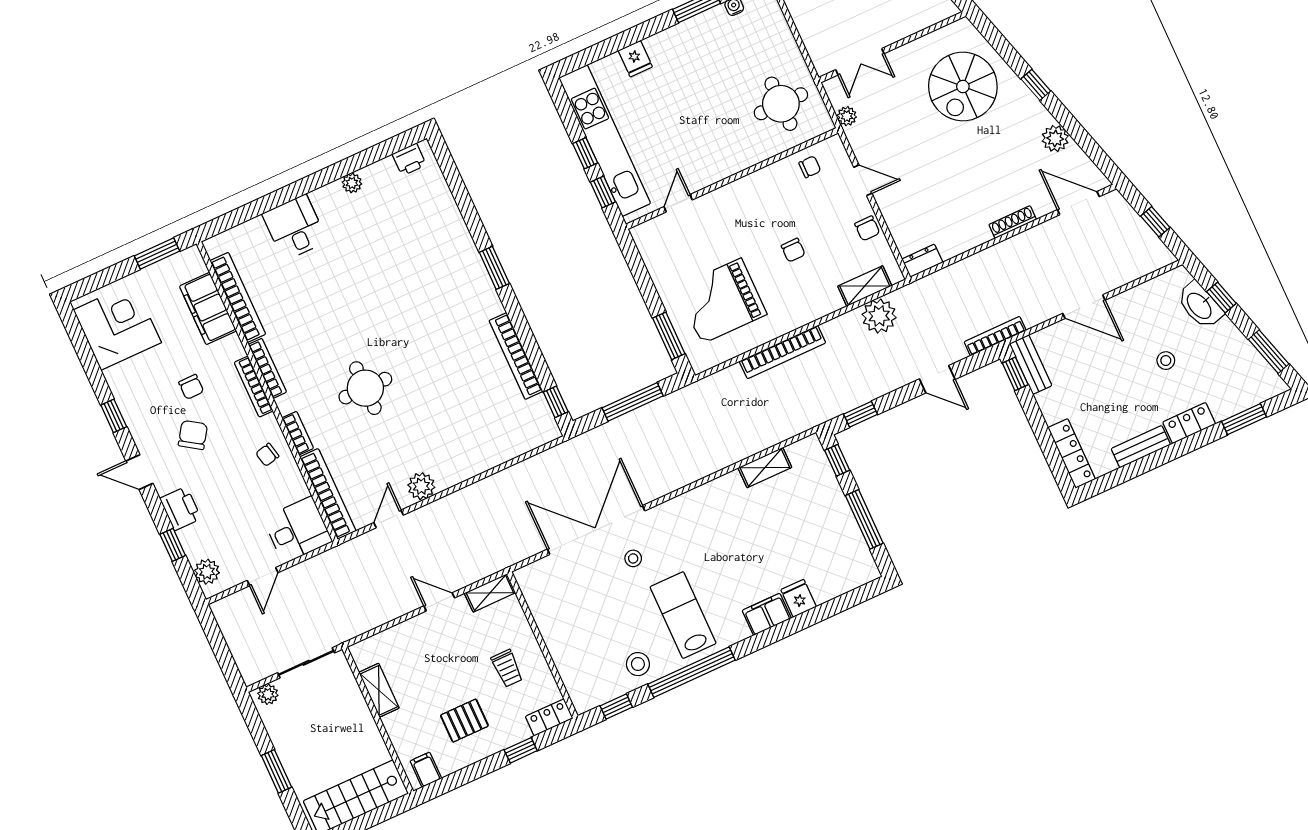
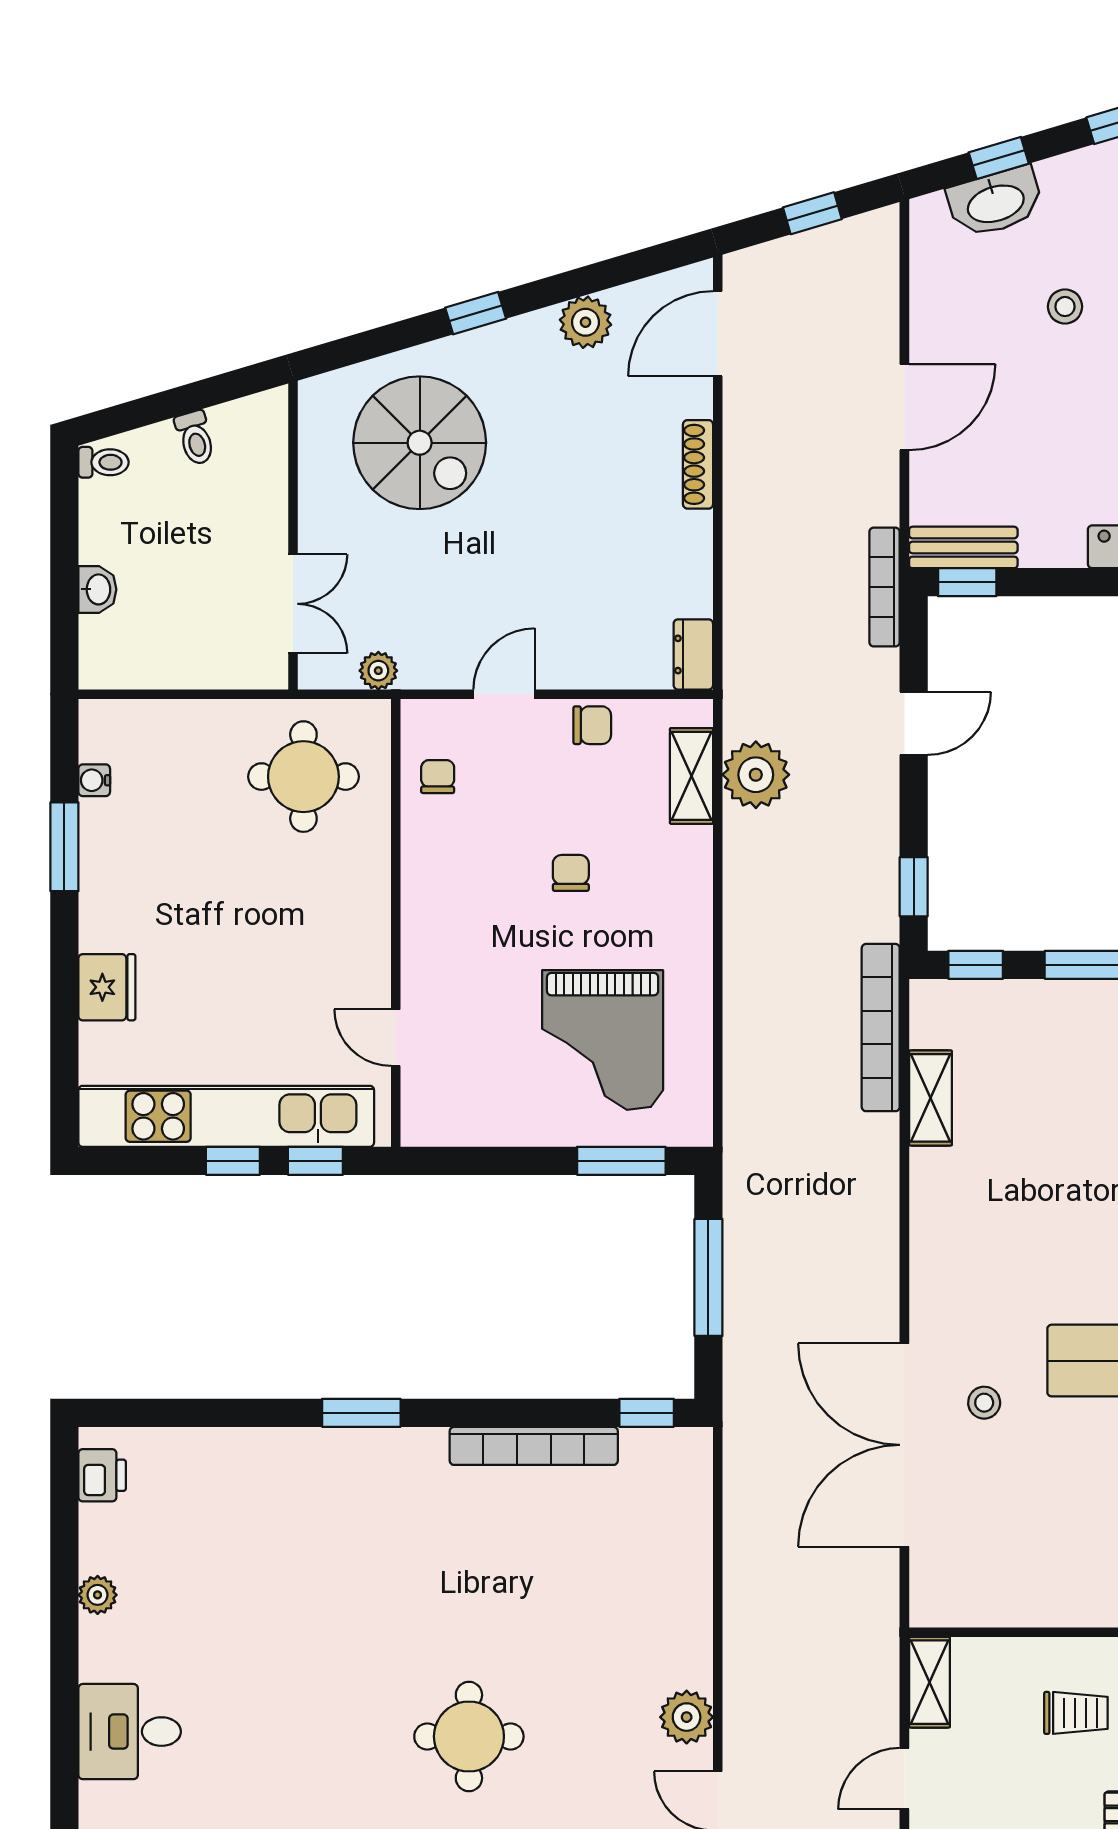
fridge: (635, 59) -> (107, 987), width x1.38
chair: (793, 250) -> (571, 873), turned -90
bookcase: (782, 352) -> (881, 1028), moved, turned 180

